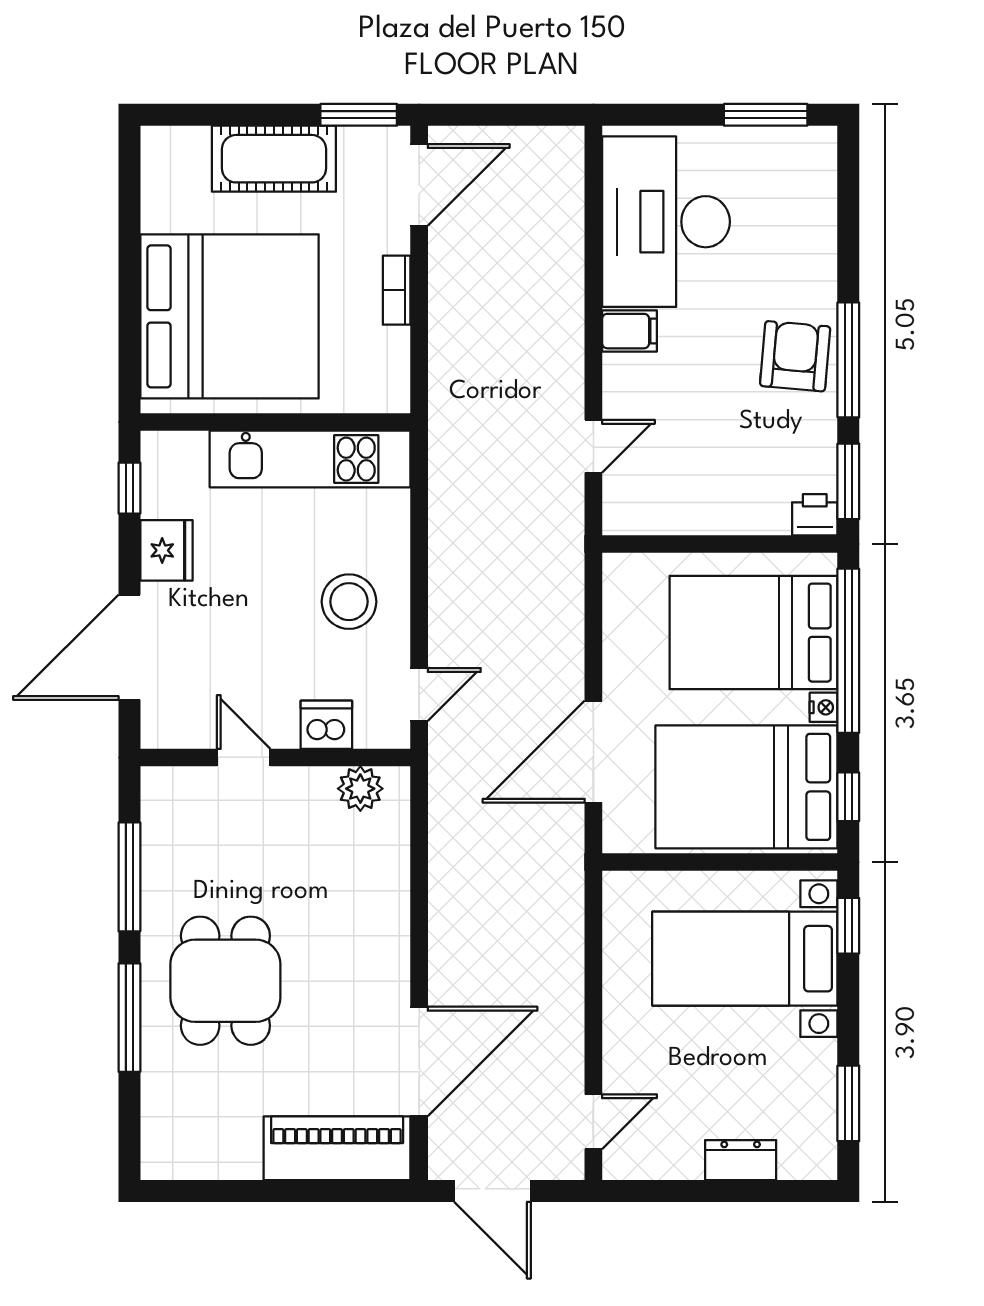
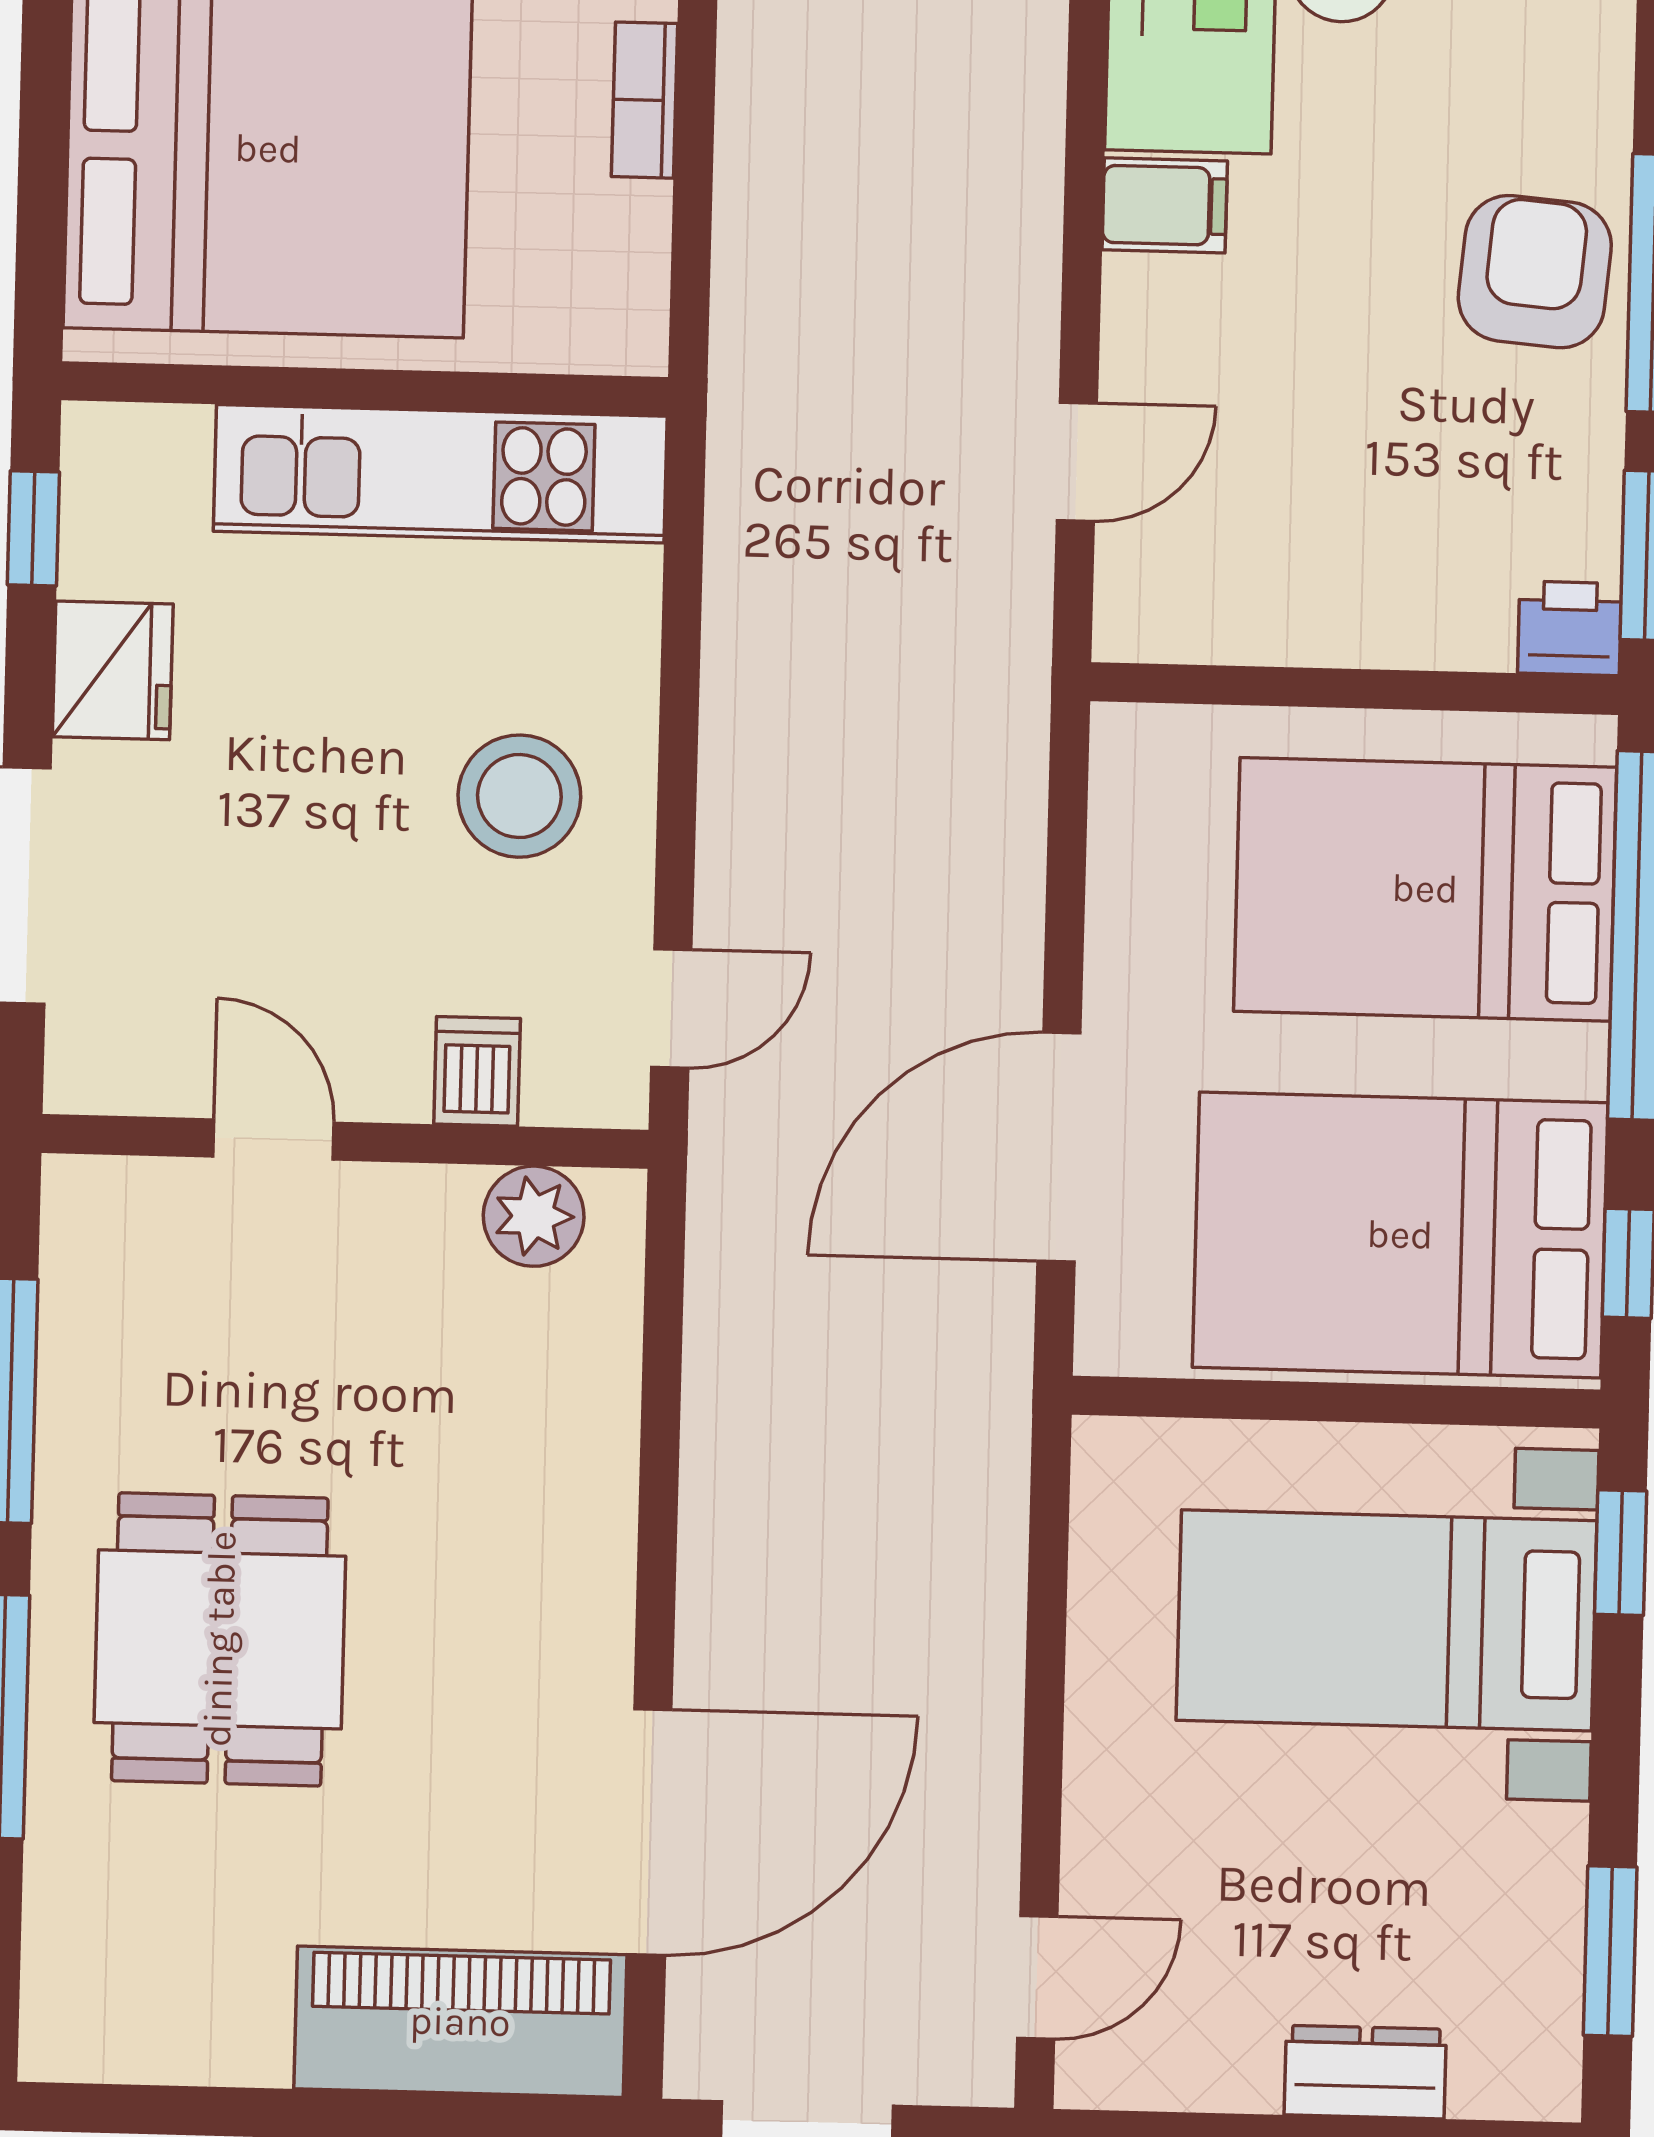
nightstand: (824, 707) -> (1578, 1061), removed
dishwasher: (326, 725) -> (477, 1071), width x0.73

